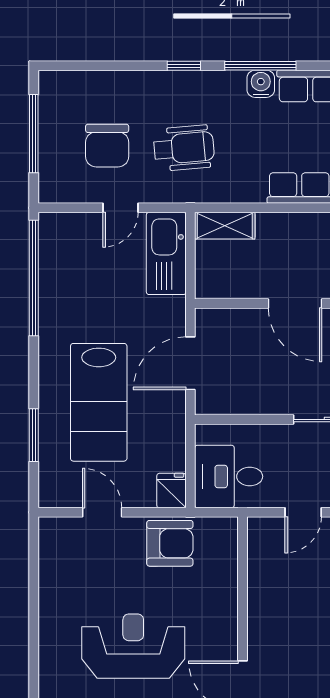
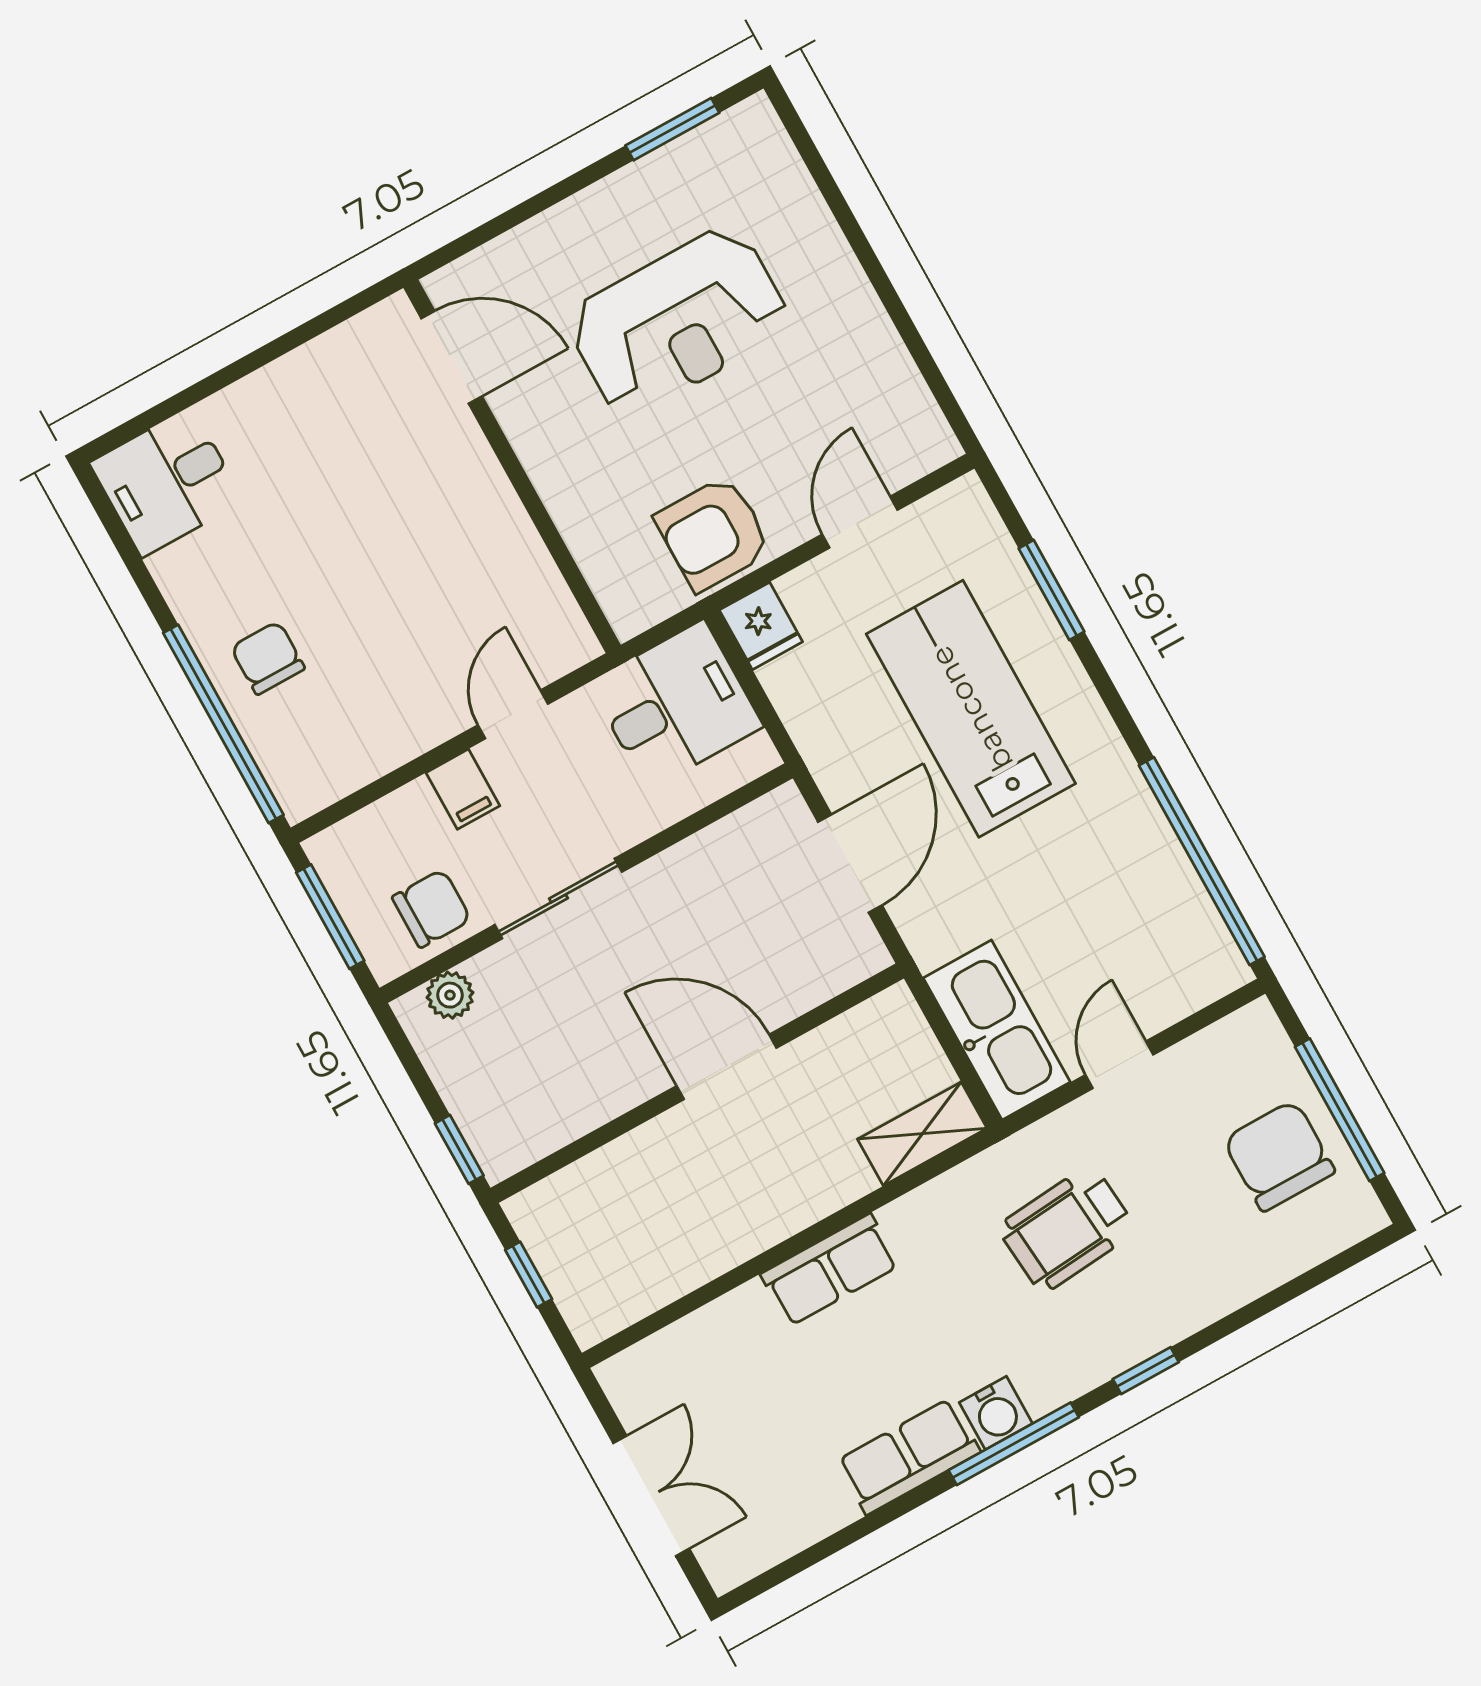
chair: (107, 146) -> (1279, 1156), moved
door: (102, 512) -> (860, 522), swing flipped

